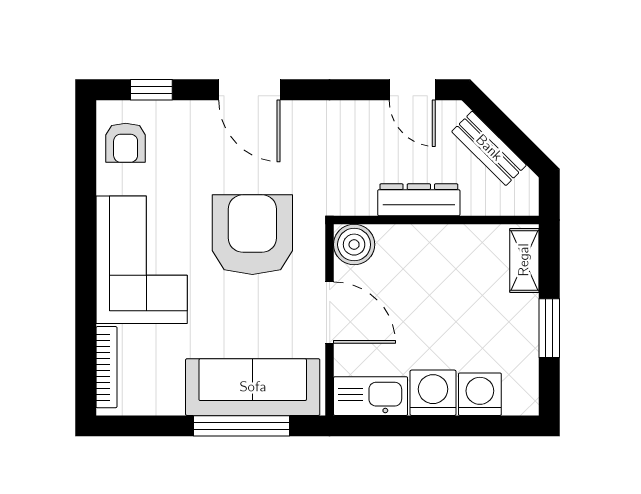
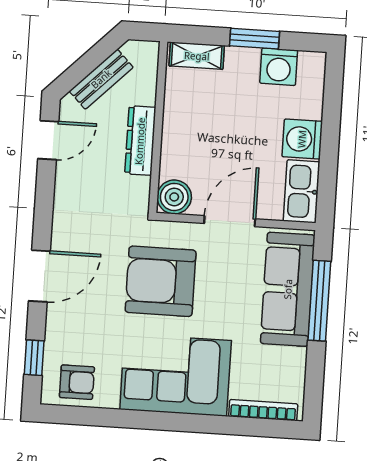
washing machine: (480, 394) -> (279, 67), moved, turned -90

